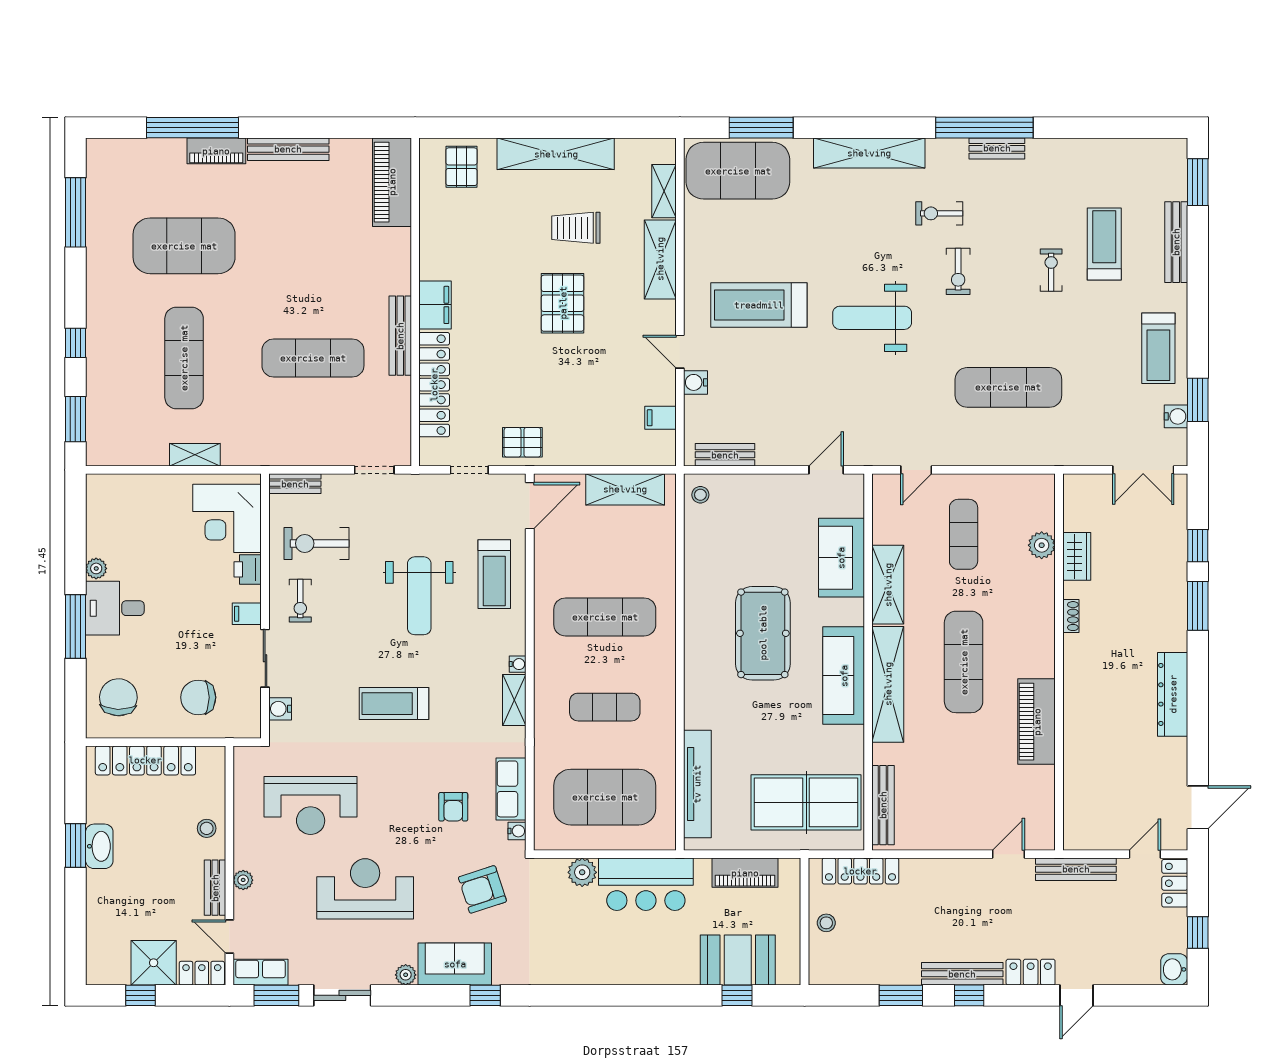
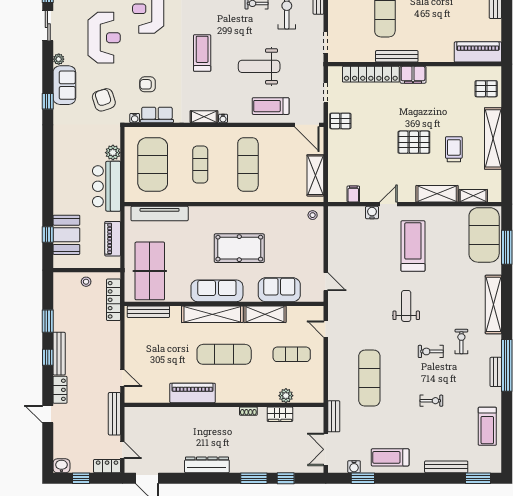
treadmill: (1104, 244) -> (487, 426), moved, turned 90
weight bench: (872, 318) -> (406, 306), width x0.73, depth x0.75
pallet: (522, 442) -> (340, 121), turned 90
bench: (725, 455) -> (334, 416), moved

